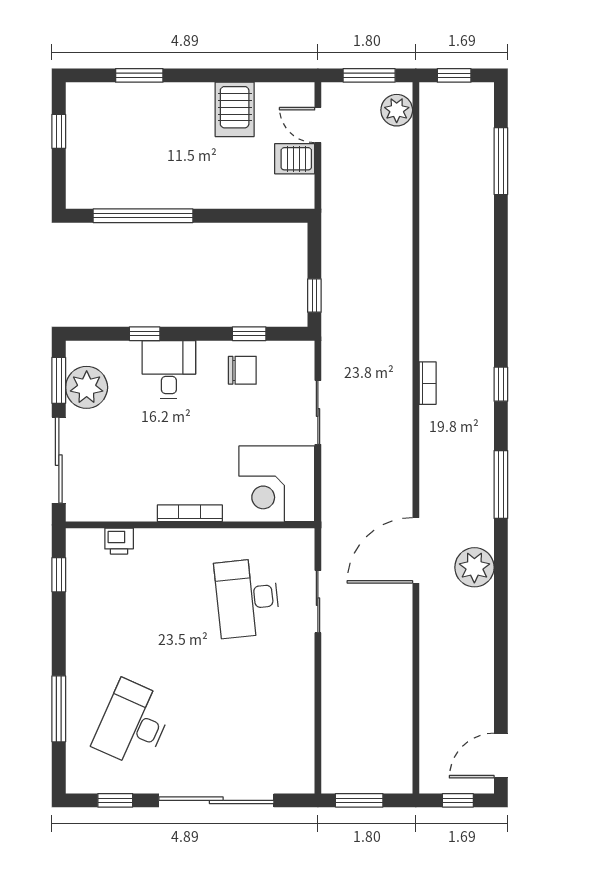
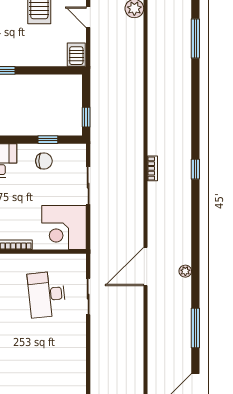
server rack: (295, 159) -> (76, 55), moved, turned 90
window: (501, 485) -> (195, 328), moved
plant: (474, 567) -> (185, 271), width x0.53, depth x0.53

